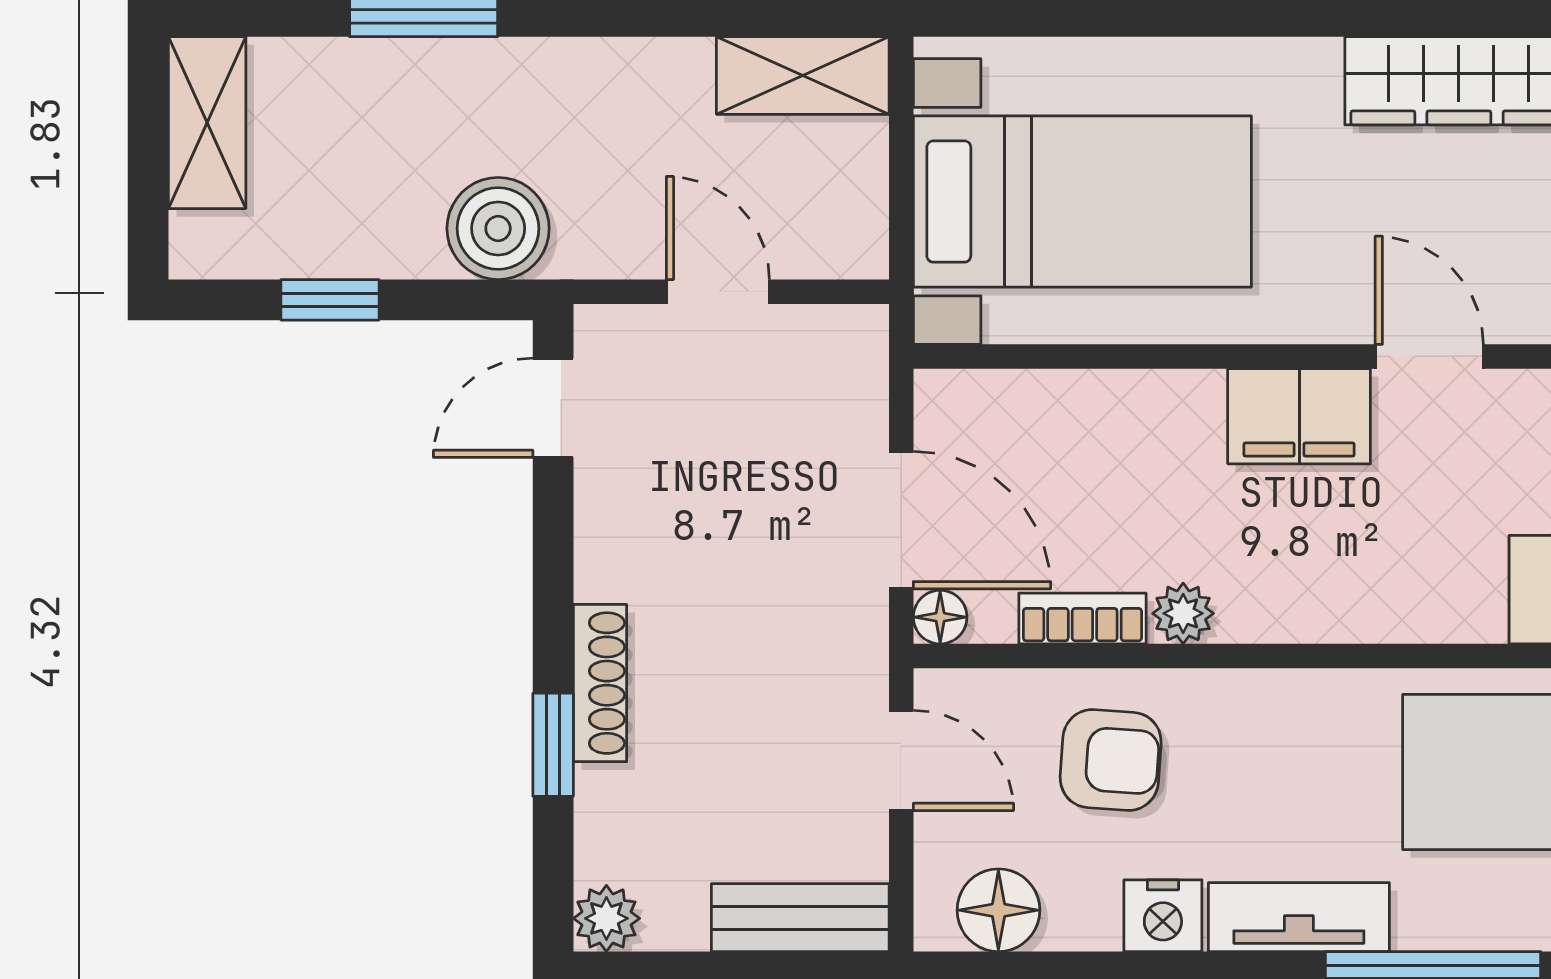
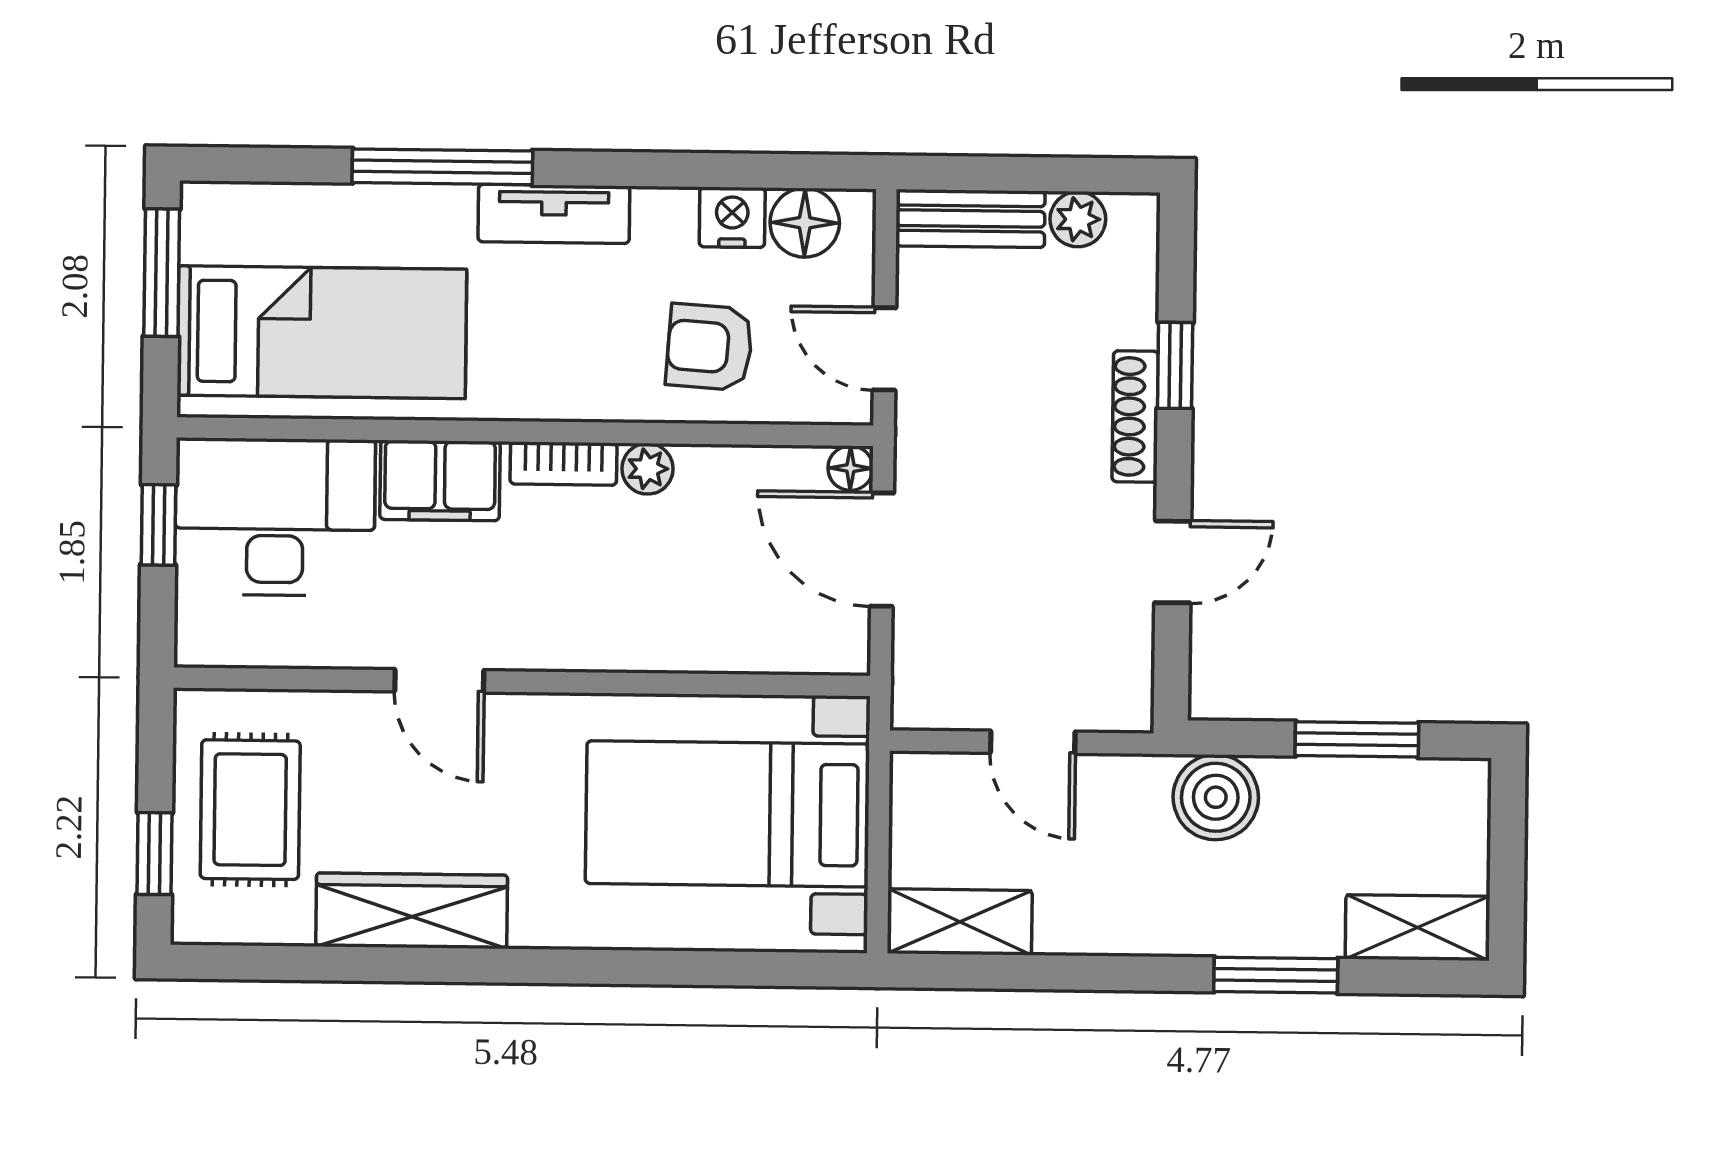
shelving: (207, 123) -> (1417, 928), moved, turned 90
window: (330, 300) -> (1357, 739), width x1.50
door: (553, 408) -> (1173, 562), moved
filing cabinet: (1299, 416) -> (440, 480), moved, turned 180
bookcase: (1082, 618) -> (564, 463), moved
nightstand: (1163, 916) -> (732, 217), moved
plant: (606, 918) -> (1078, 219), moved

